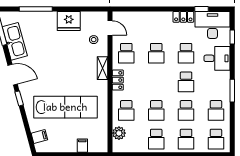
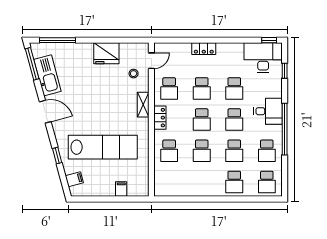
window: (36, 9) -> (57, 40), moved
window: (201, 9) -> (269, 40), moved
locker: (183, 17) -> (204, 49), moved
door: (110, 28) -> (151, 61), hinge flipped
desk: (217, 58) -> (268, 111), moved
window: (232, 91) -> (285, 129), width x2.11
window: (19, 98) -> (57, 156), moved
plant: (119, 133) -> (161, 176), removed
school desk: (156, 139) -> (202, 120), moved

